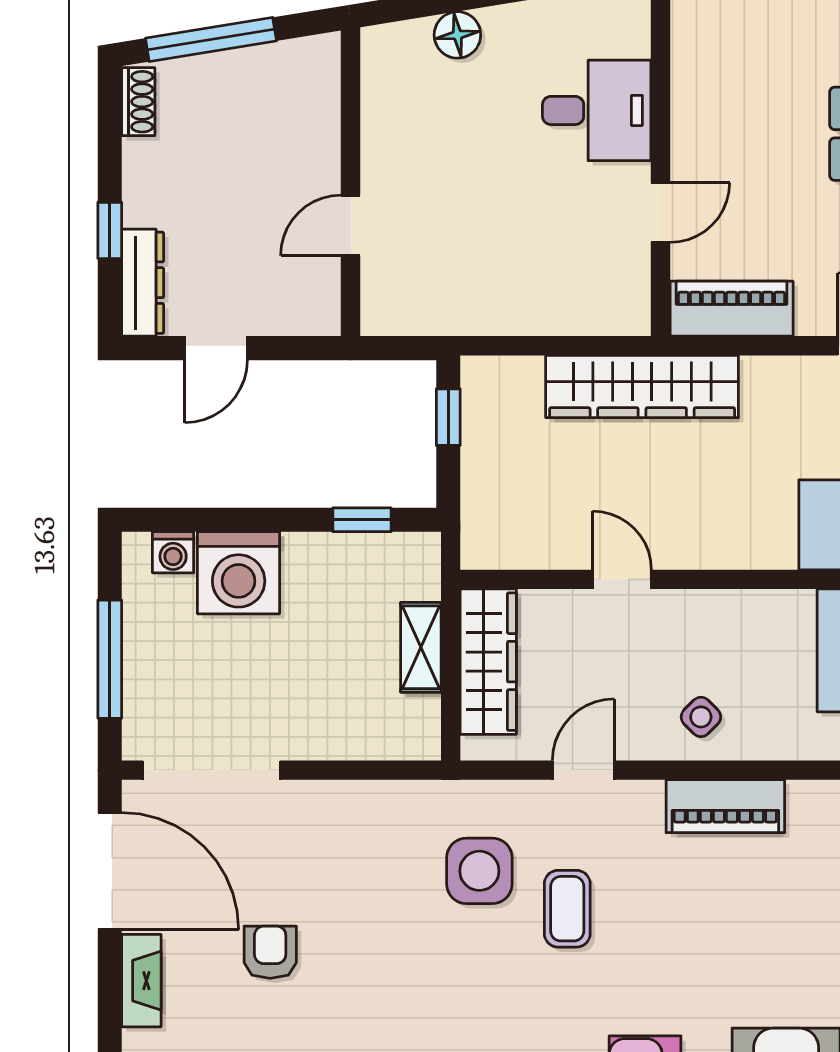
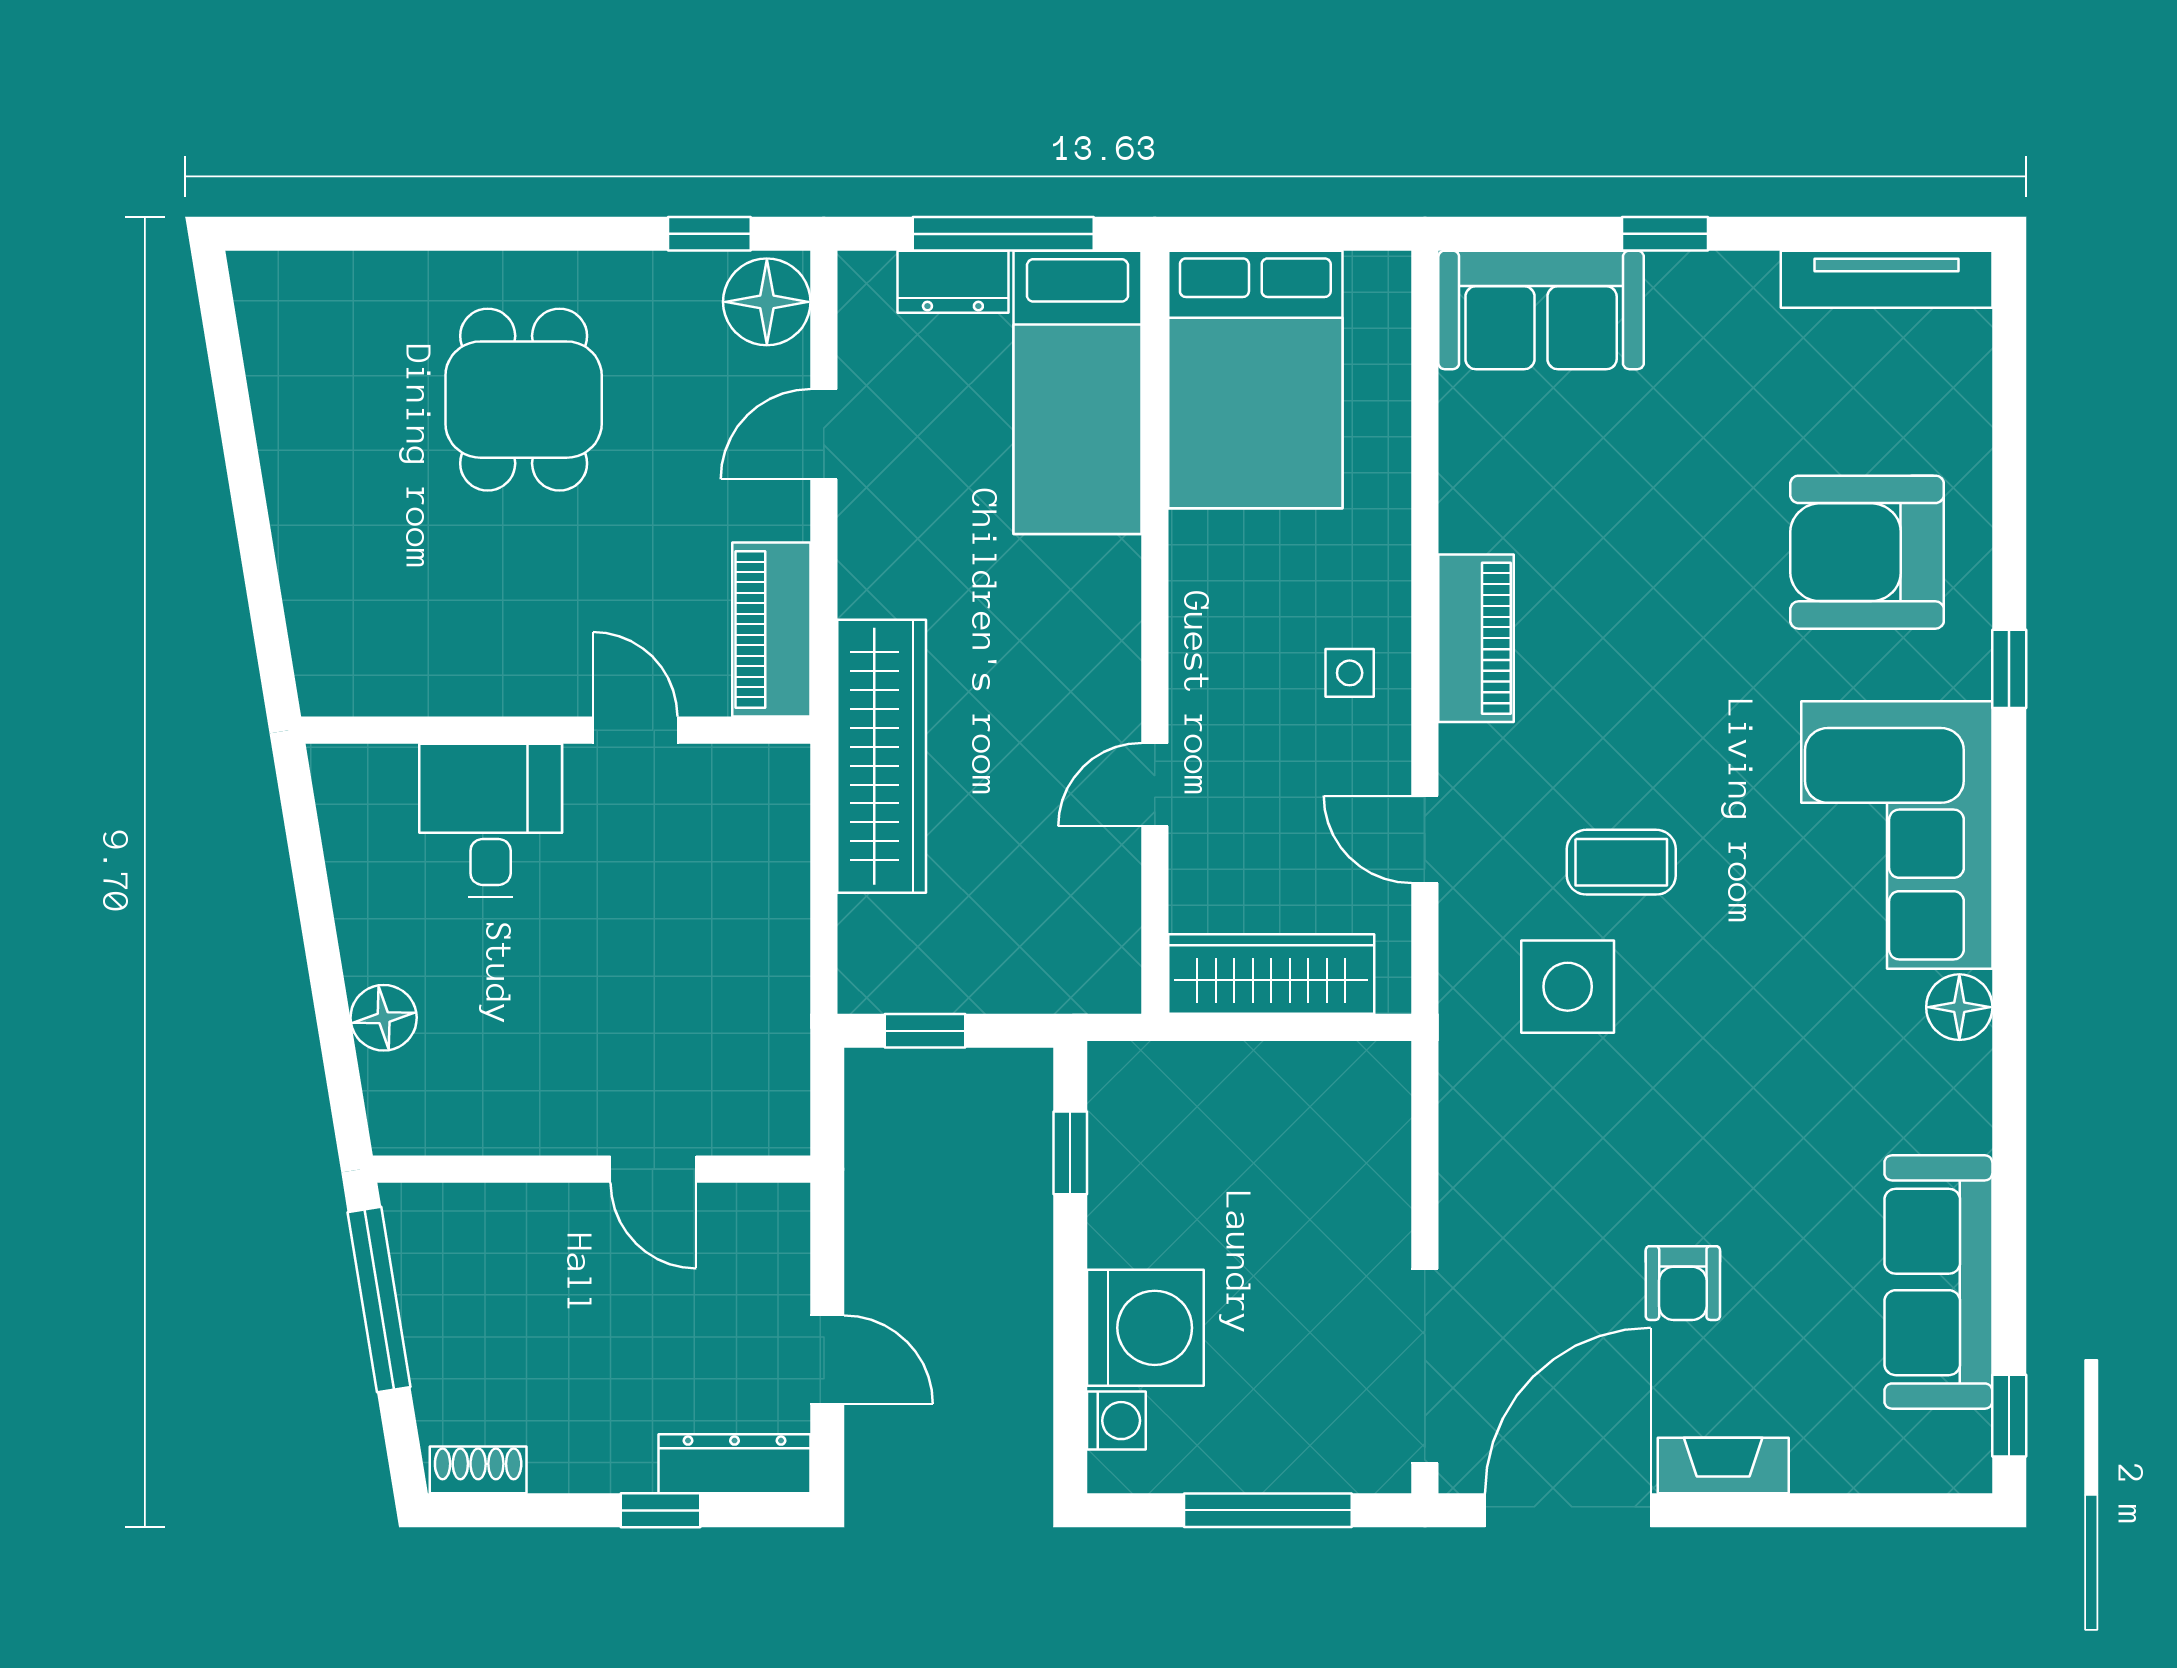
window: (211, 40) -> (379, 1300), moved
shelving: (421, 647) -> (1251, 1070), removed
side table: (701, 717) -> (1350, 673), turned 45
armchair: (270, 952) -> (1683, 1283), turned -90

